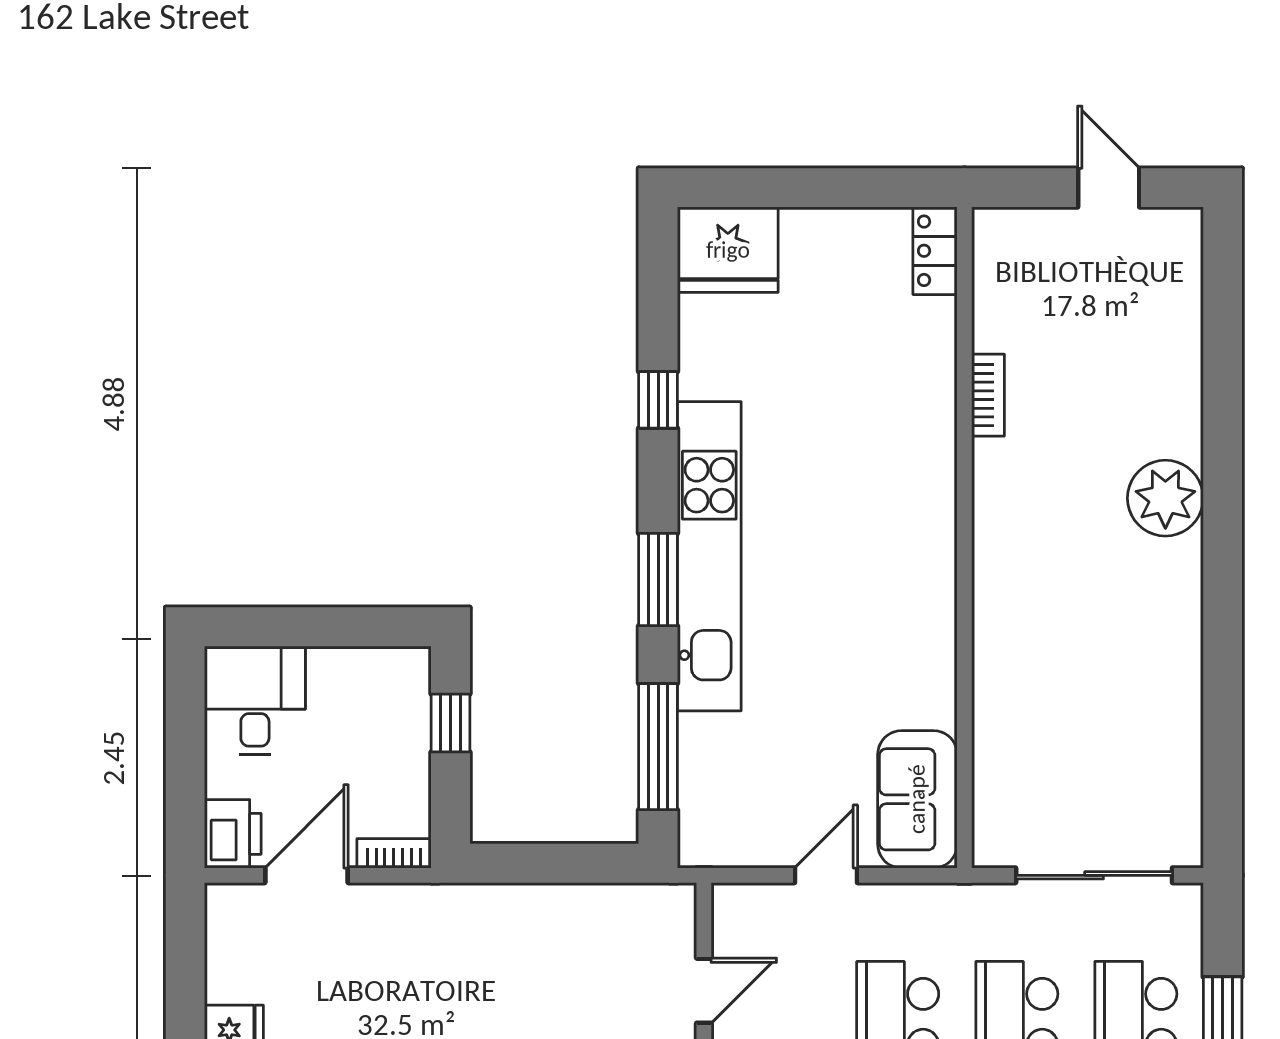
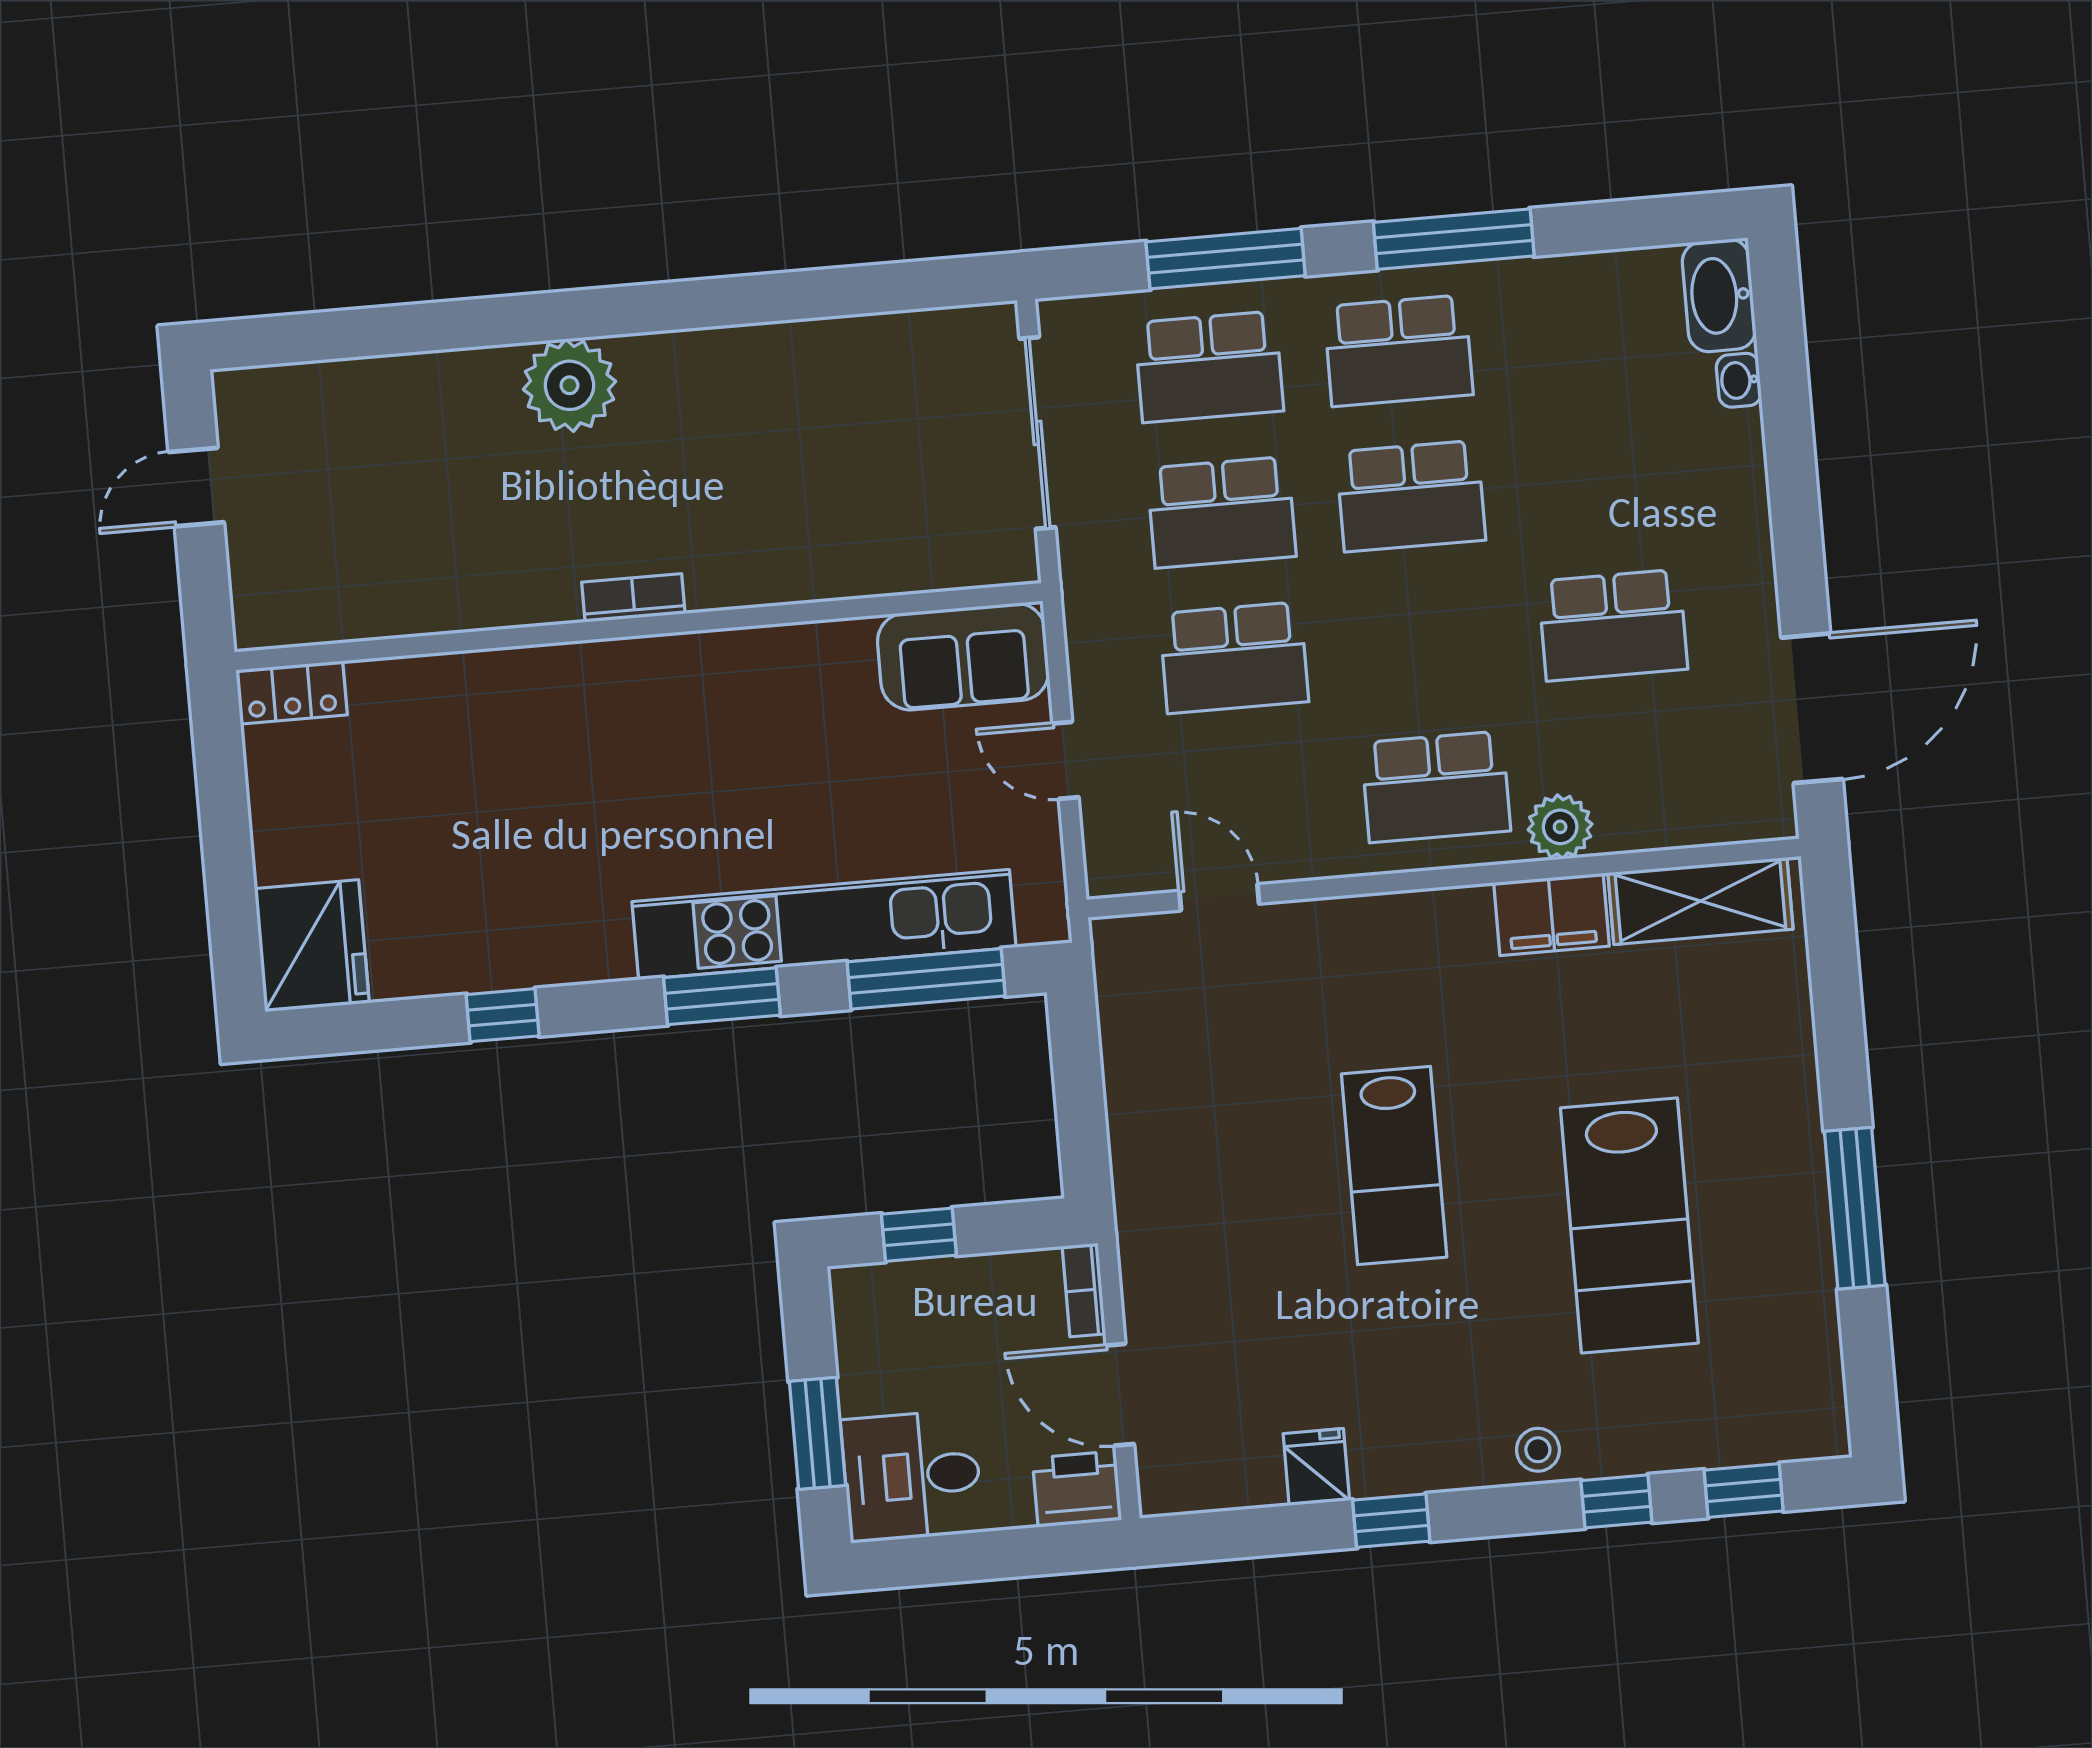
bookcase: (988, 395) -> (633, 598), moved
kitchen unit: (709, 556) -> (824, 925), moved
window: (296, 627) -> (818, 1433), added

